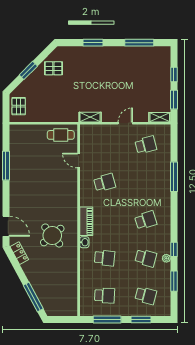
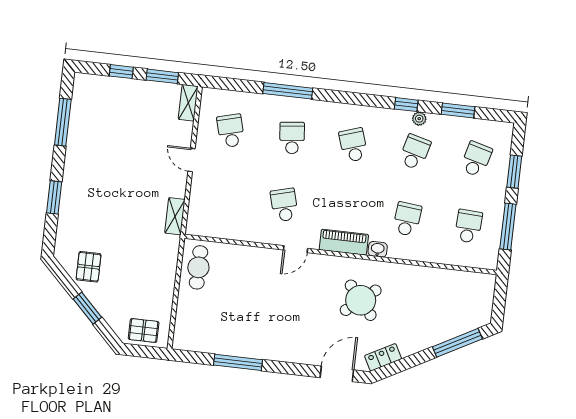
door: (79, 161) -> (295, 249), moved
school desk: (146, 183) -> (292, 138), added

